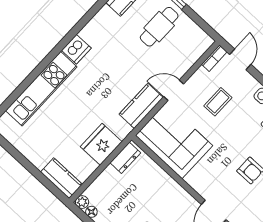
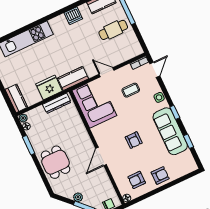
dishwasher: (76, 49) -> (73, 16), moved
kitchen counter: (141, 106) -> (73, 78), moved
dresser: (125, 158) -> (57, 103), width x1.44

